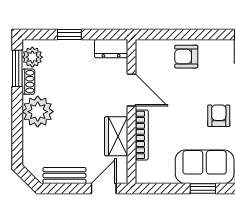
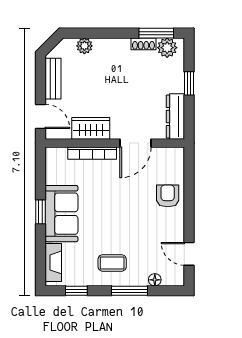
dresser: (111, 49) -> (175, 117), width x1.44
plant: (38, 112) -> (84, 46), moved, width x0.53, depth x0.53
armchair: (219, 116) -> (111, 227), removed

